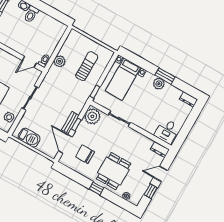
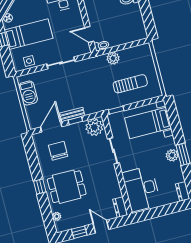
desk: (167, 131) -> (141, 189), width x1.87, depth x1.30

